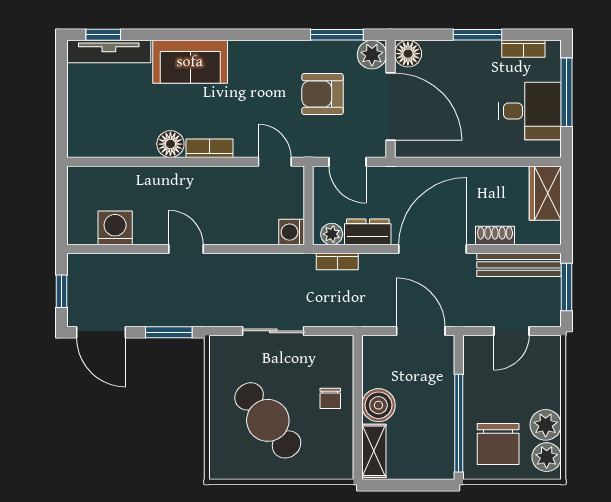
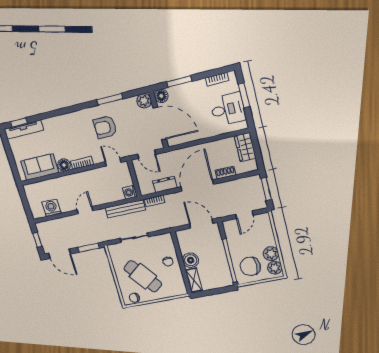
window: (337, 35) -> (110, 99), moved
window: (477, 35) -> (179, 81), moved
sofa: (190, 62) -> (40, 167), moved, turned 180
window: (567, 92) -> (244, 95), width x0.69
armchair: (323, 94) -> (105, 127), moved
plant: (332, 234) -> (148, 189), removed
door: (186, 249) -> (85, 210), hinge flipped
bench: (519, 265) -> (125, 209), moved
chair: (498, 444) -> (250, 266), turned 90
chair: (236, 465) -> (134, 298), added

